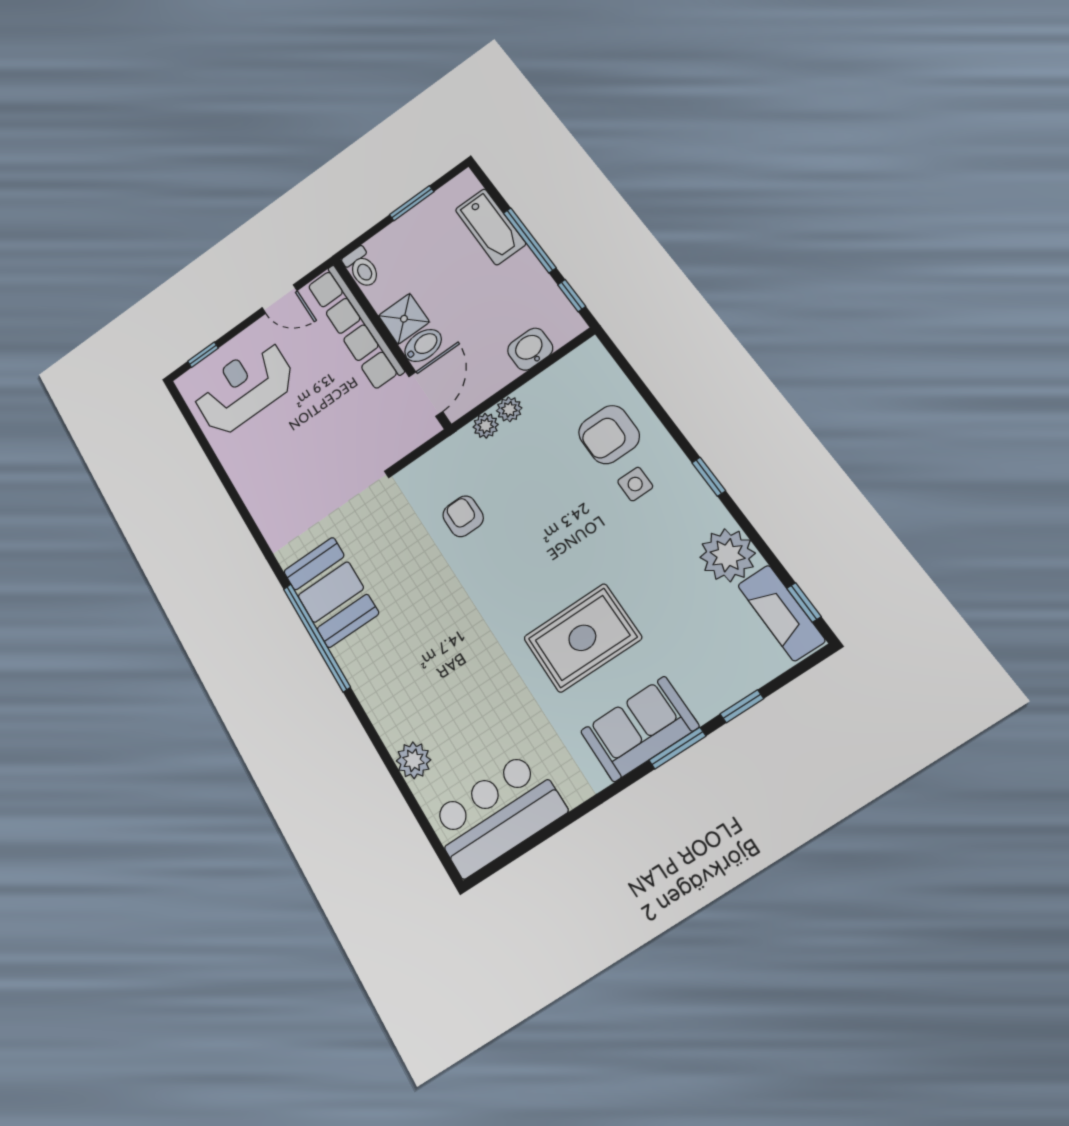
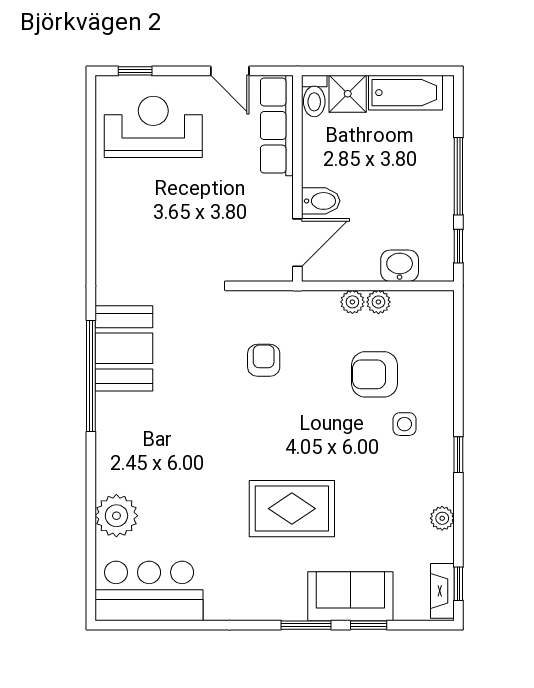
window: (412, 203) -> (390, 71), removed
bathtub: (490, 227) -> (405, 93), moved, turned -90
shower: (404, 319) -> (348, 94), moved
row of seats: (355, 327) -> (277, 126), width x0.73
plant: (486, 426) -> (378, 302), moved
armchair: (609, 435) -> (374, 374), moved
plant: (728, 555) -> (442, 518), width x0.53, depth x0.53
fireplace: (781, 613) -> (442, 591), width x0.73, depth x0.76
sofa: (639, 729) -> (350, 596), moved
plant: (413, 760) -> (116, 516), width x1.36, depth x1.36

